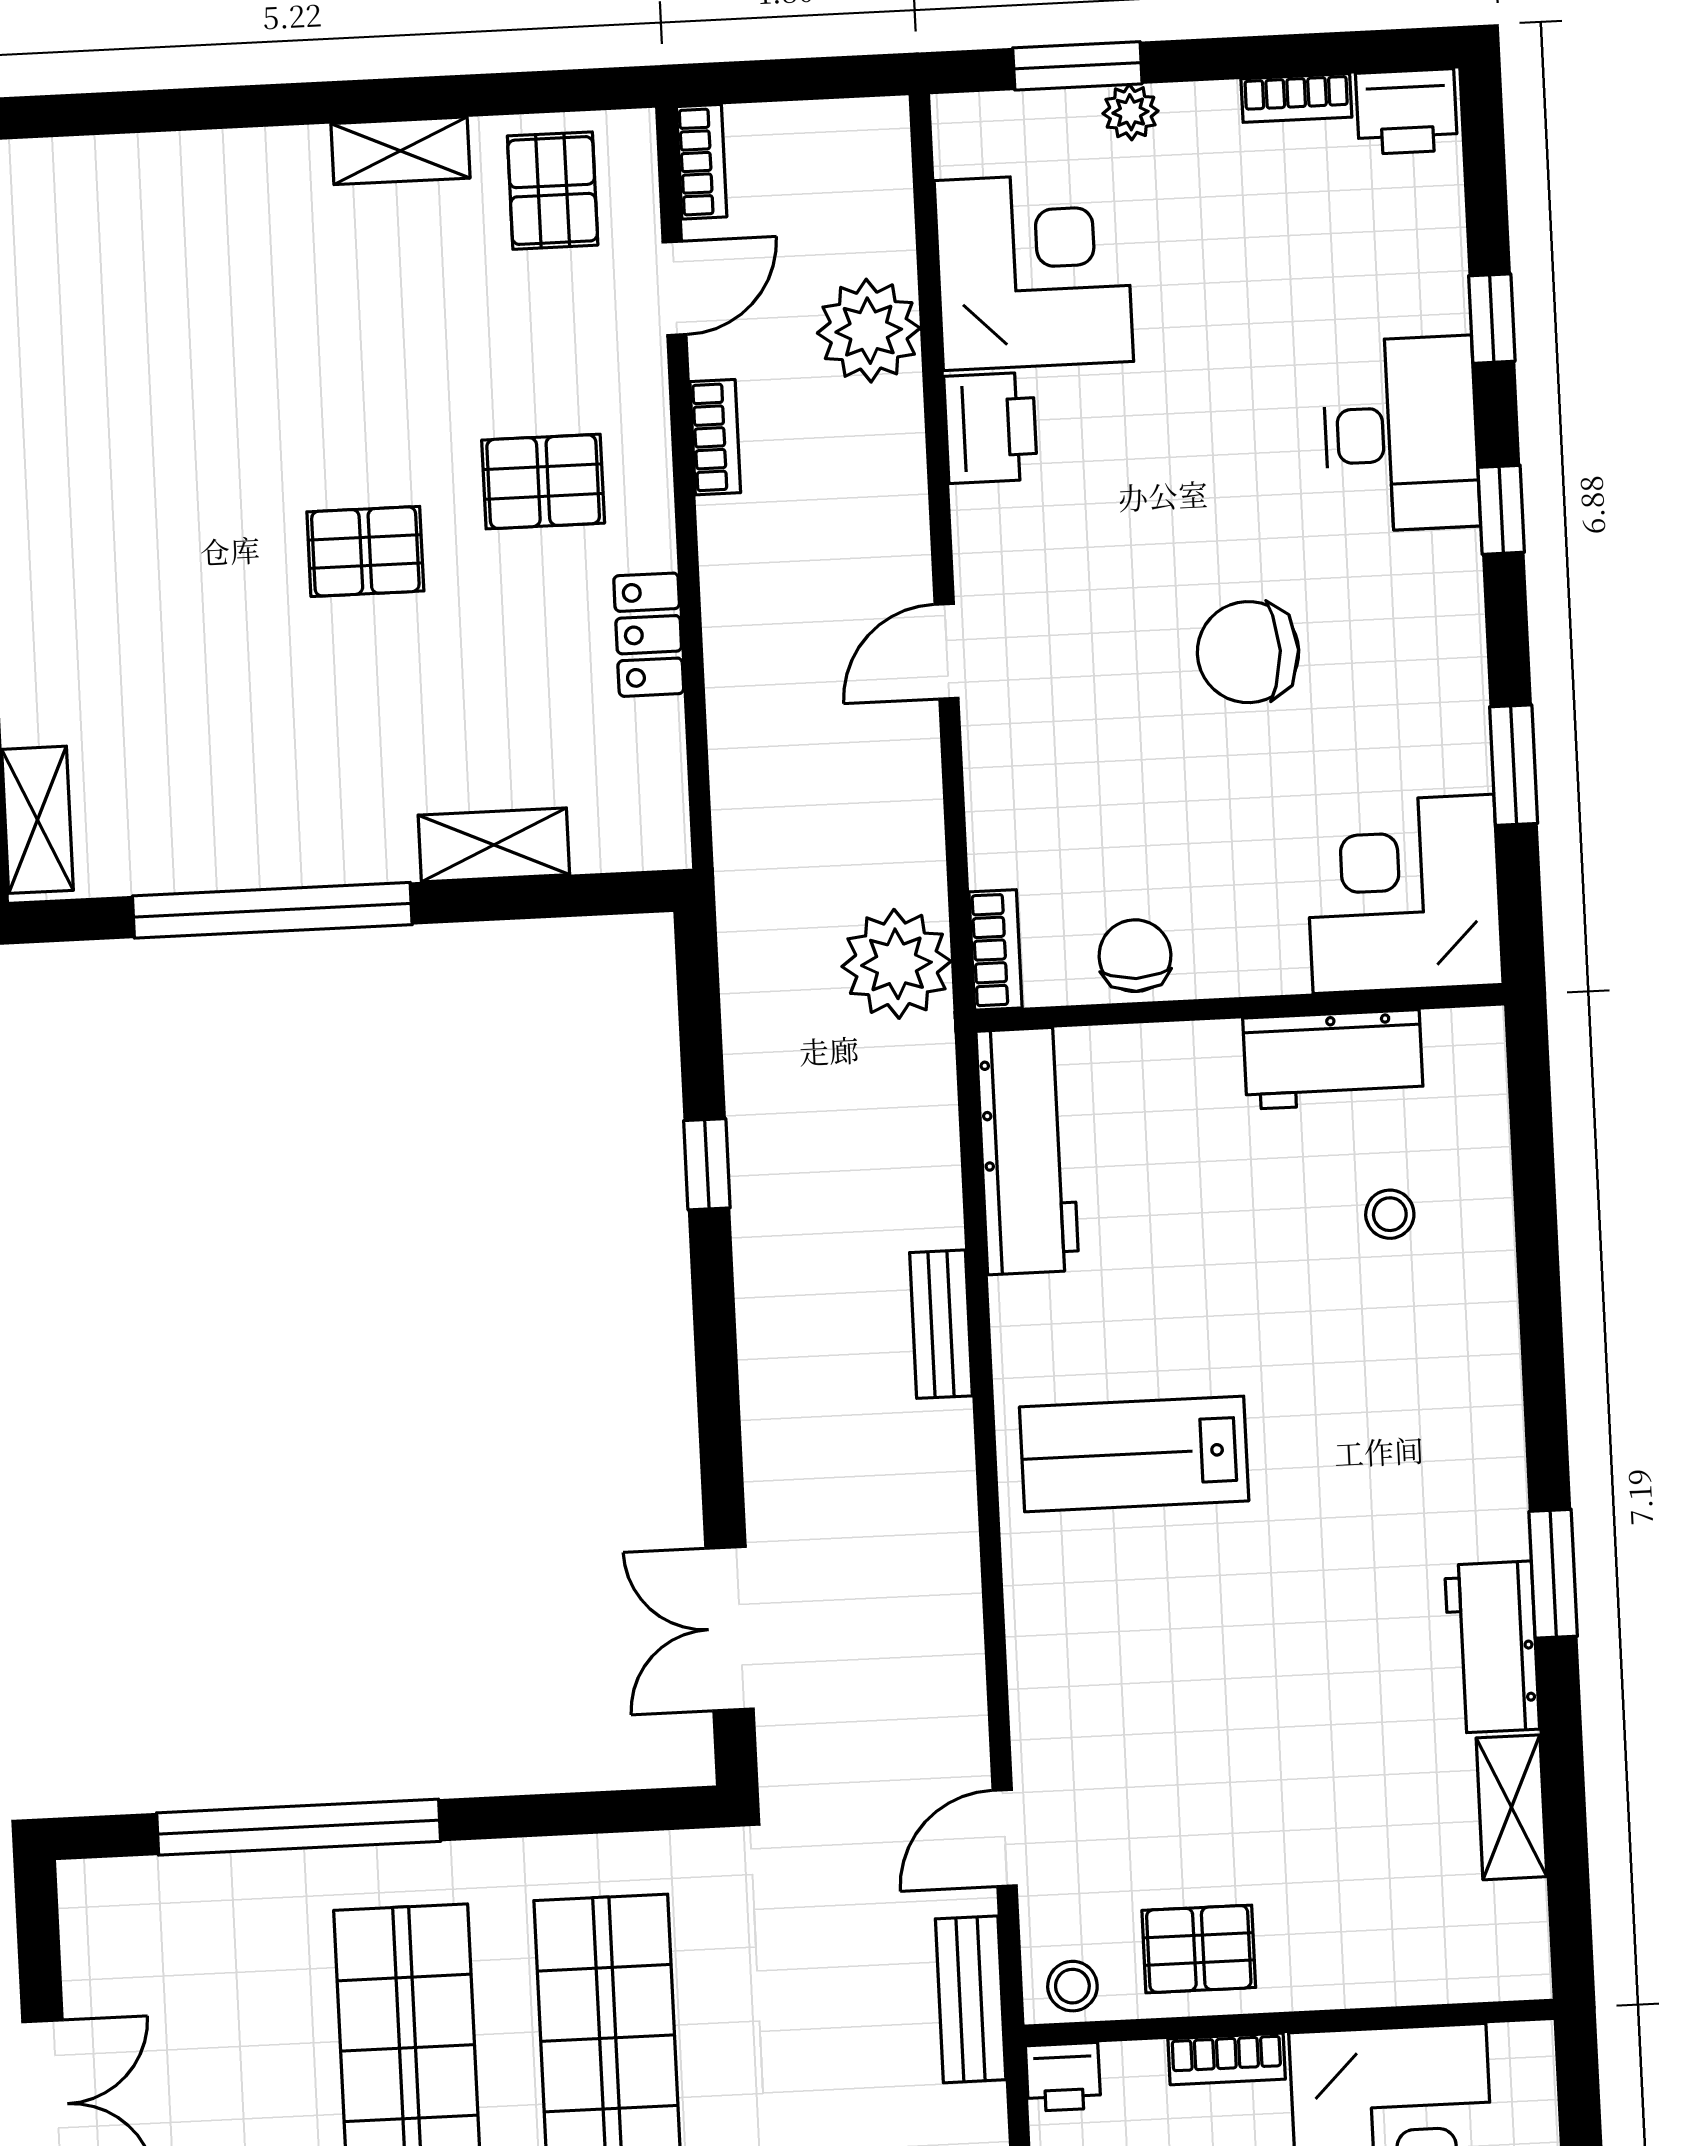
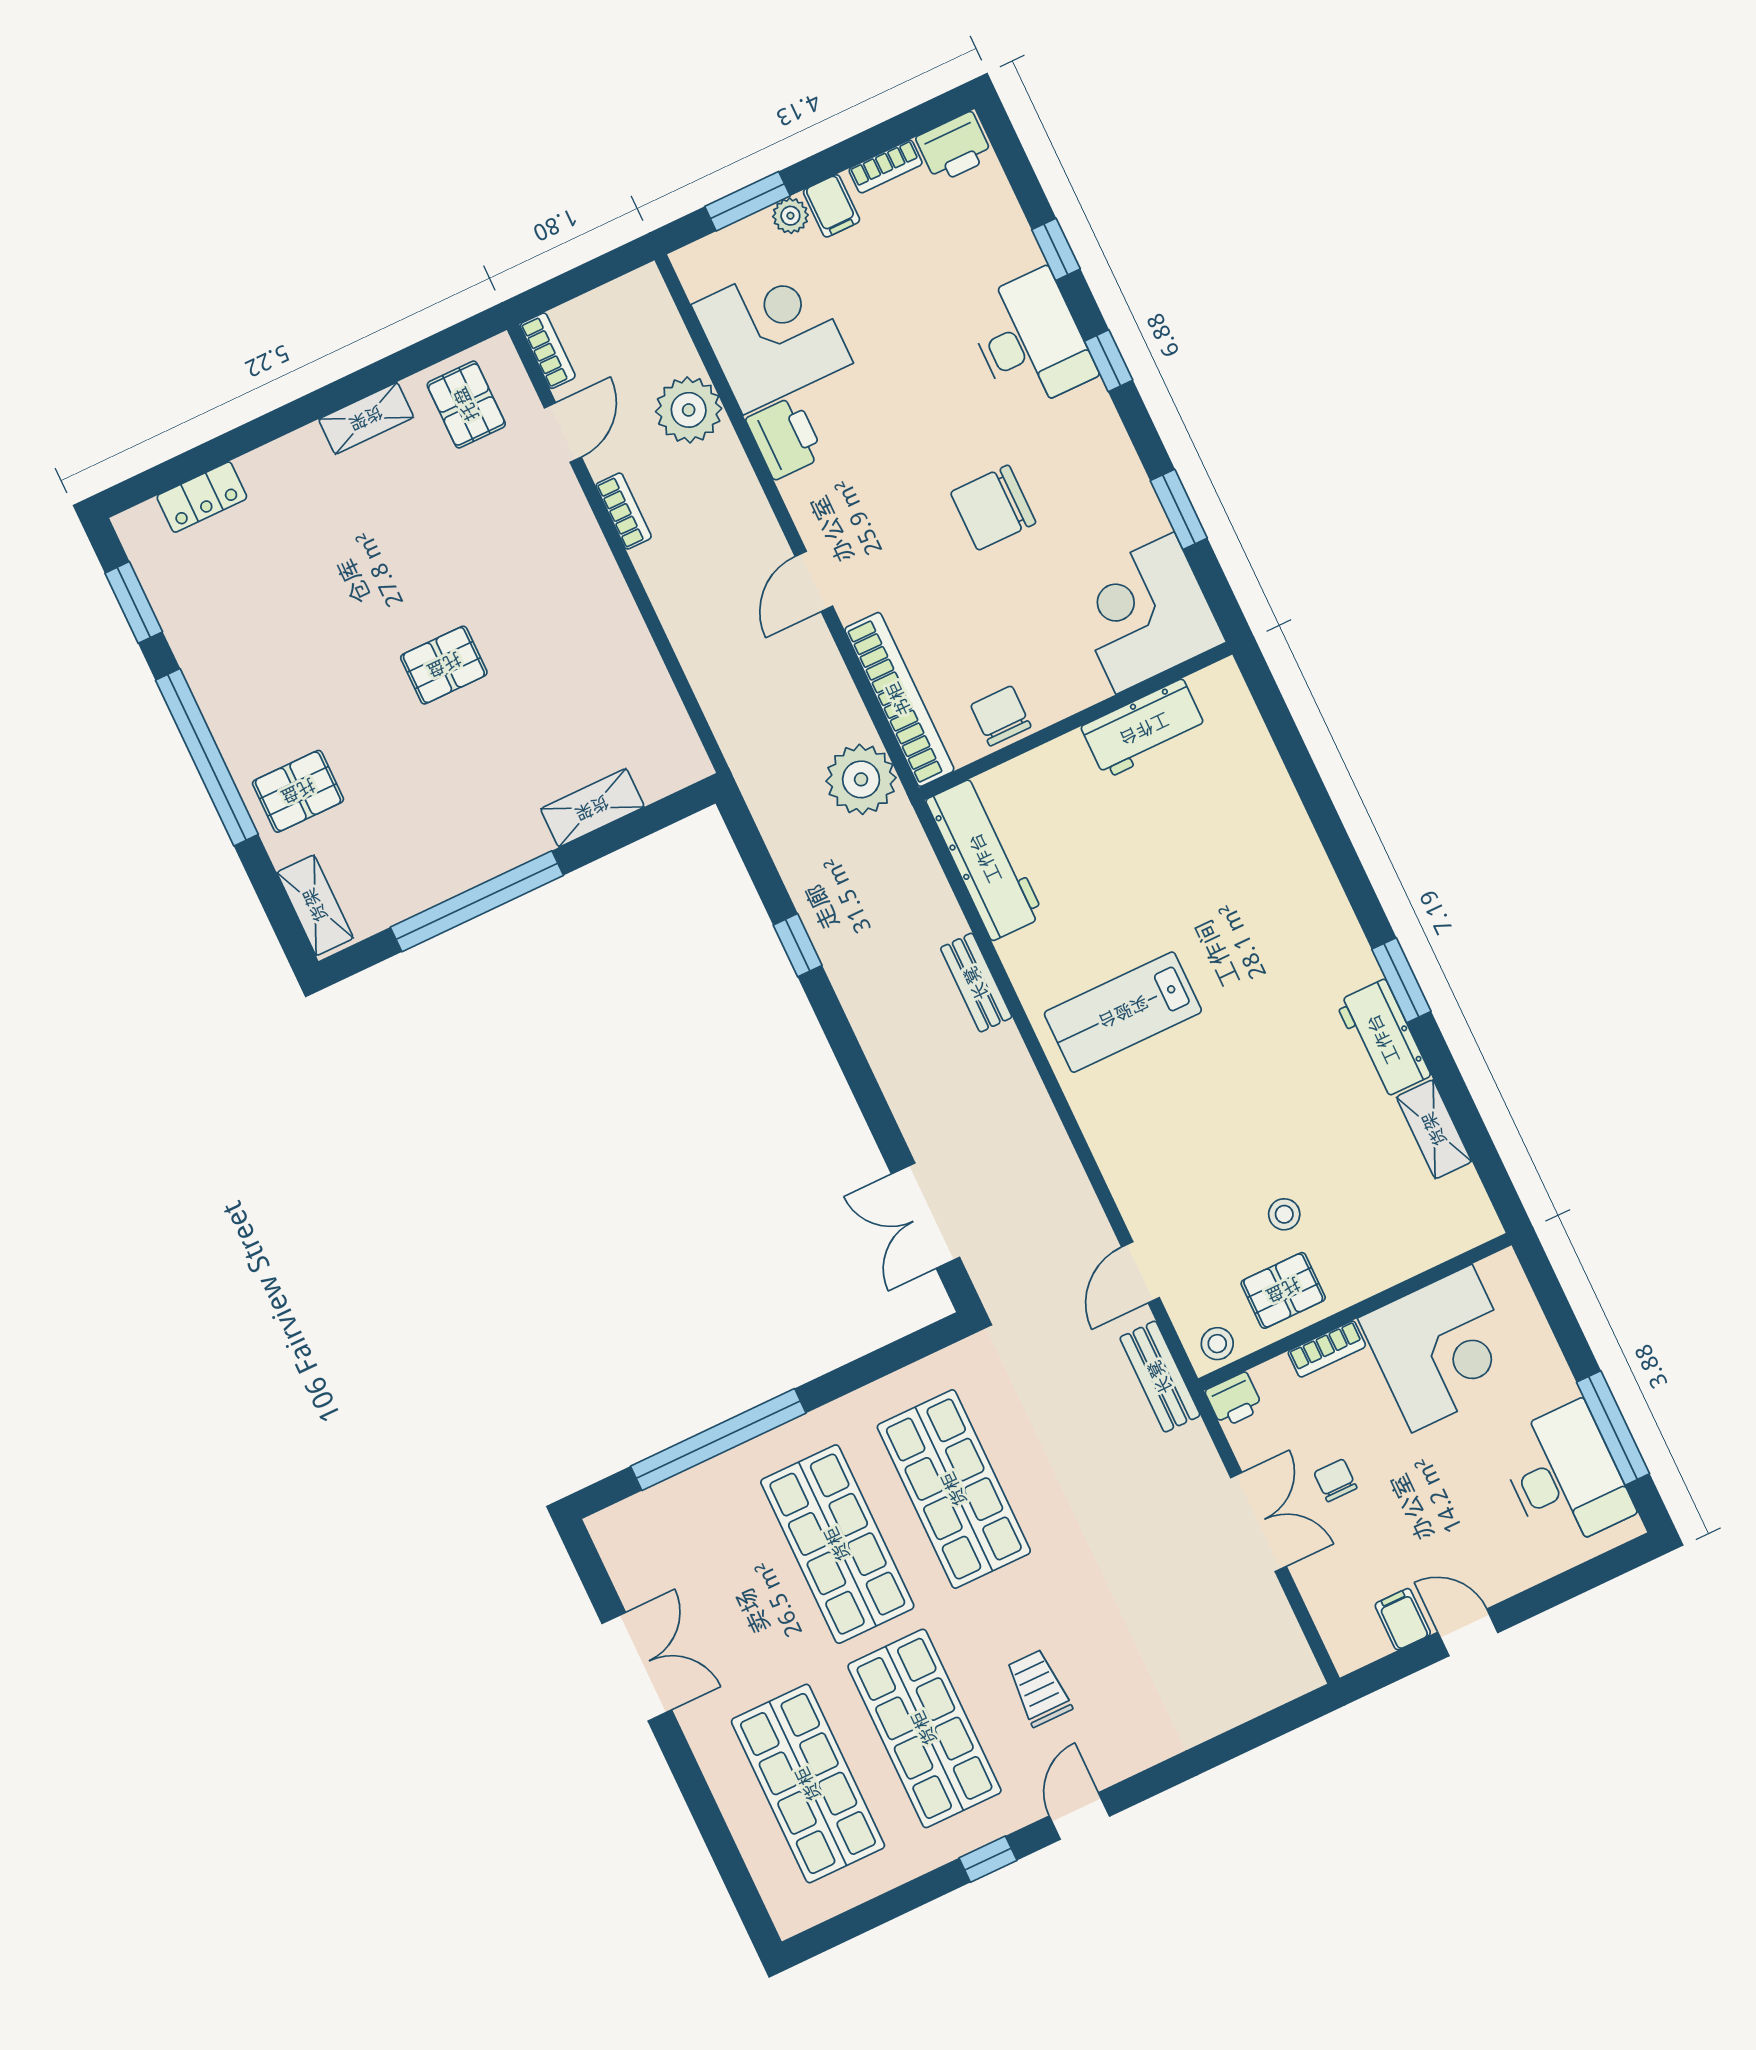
filing cabinet: (1195, 122) -> (832, 206), added
pallet: (543, 482) -> (298, 791), moved
locker: (649, 635) -> (202, 497), moved, turned -90
bookcase: (996, 950) -> (899, 699), width x2.31, depth x1.31
stool: (1390, 1214) -> (1284, 1214), moved

